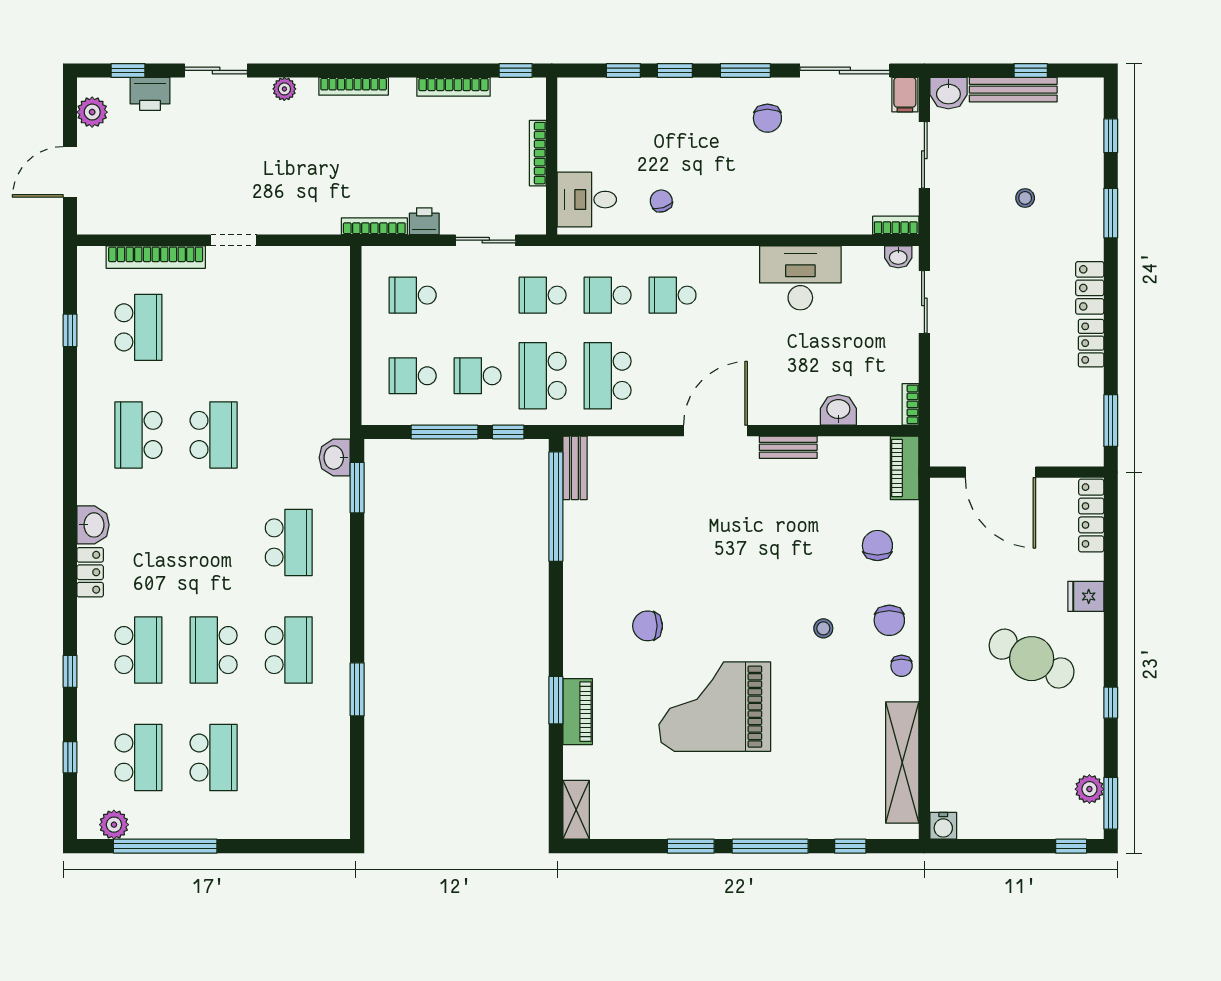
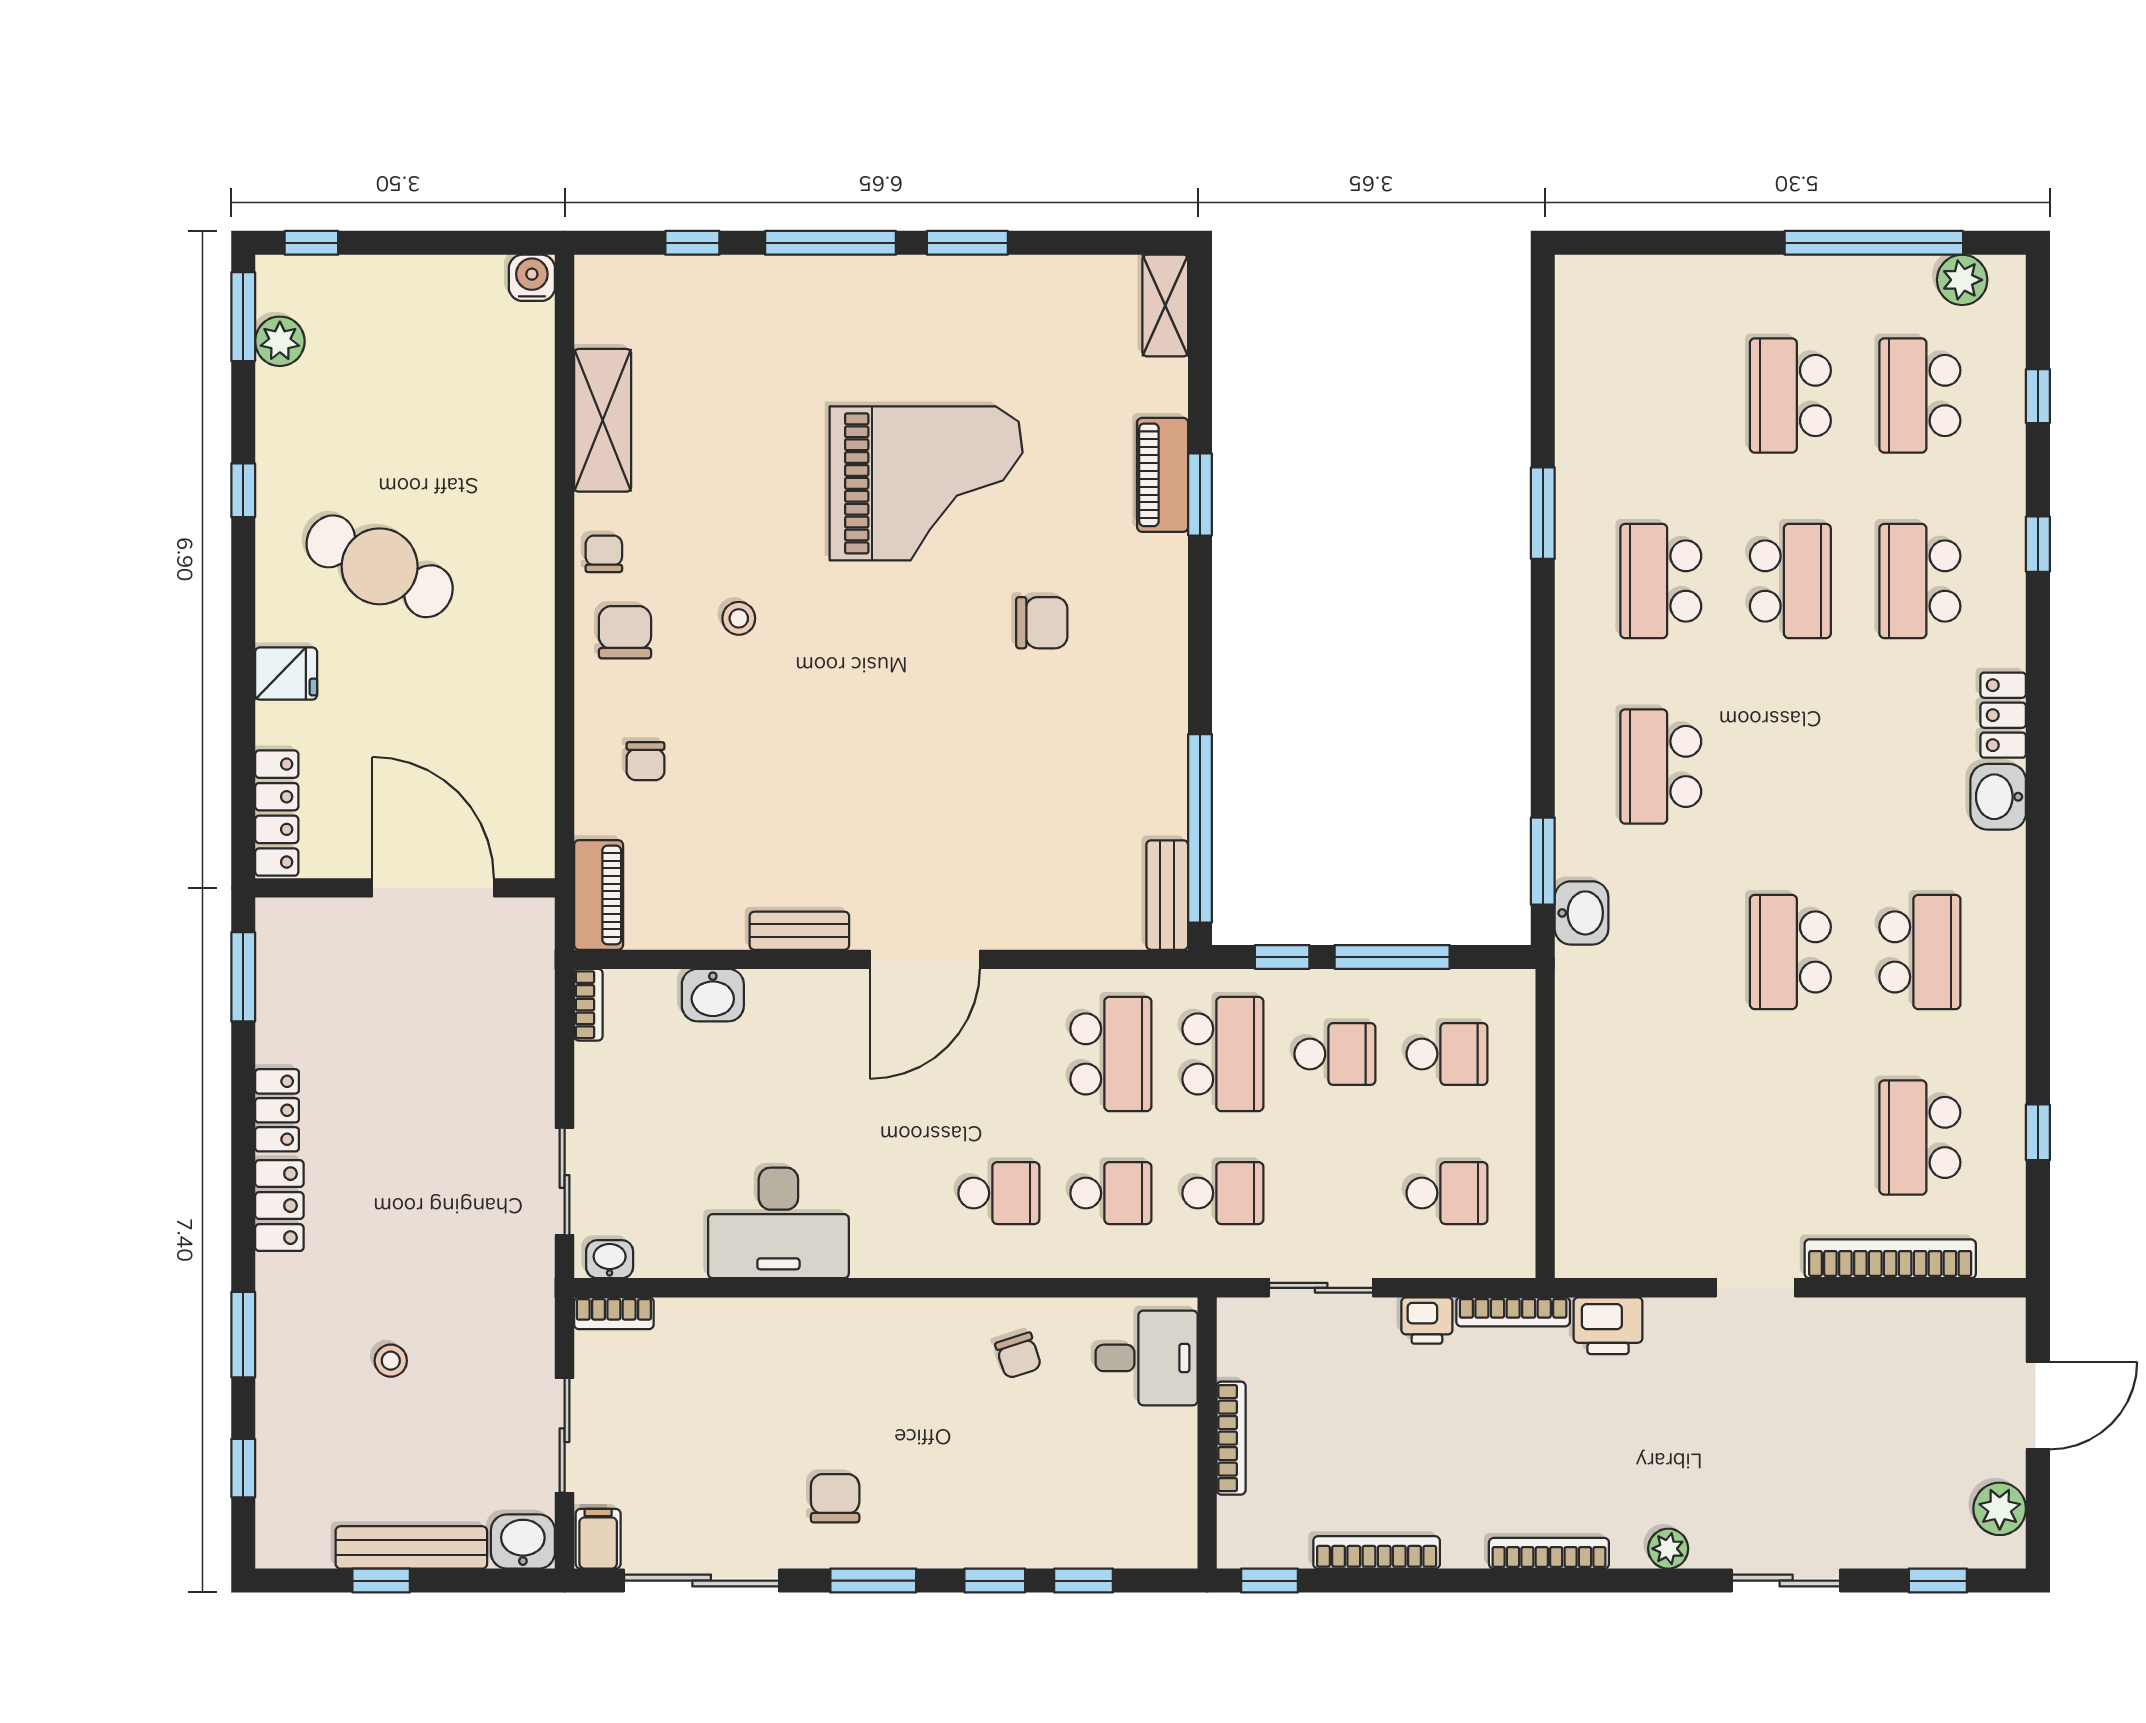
printer: (150, 94) -> (1608, 1326), moved, turned 180
chair: (877, 546) -> (645, 761), width x0.73, depth x0.73
shelving: (902, 762) -> (603, 420), width x0.68

